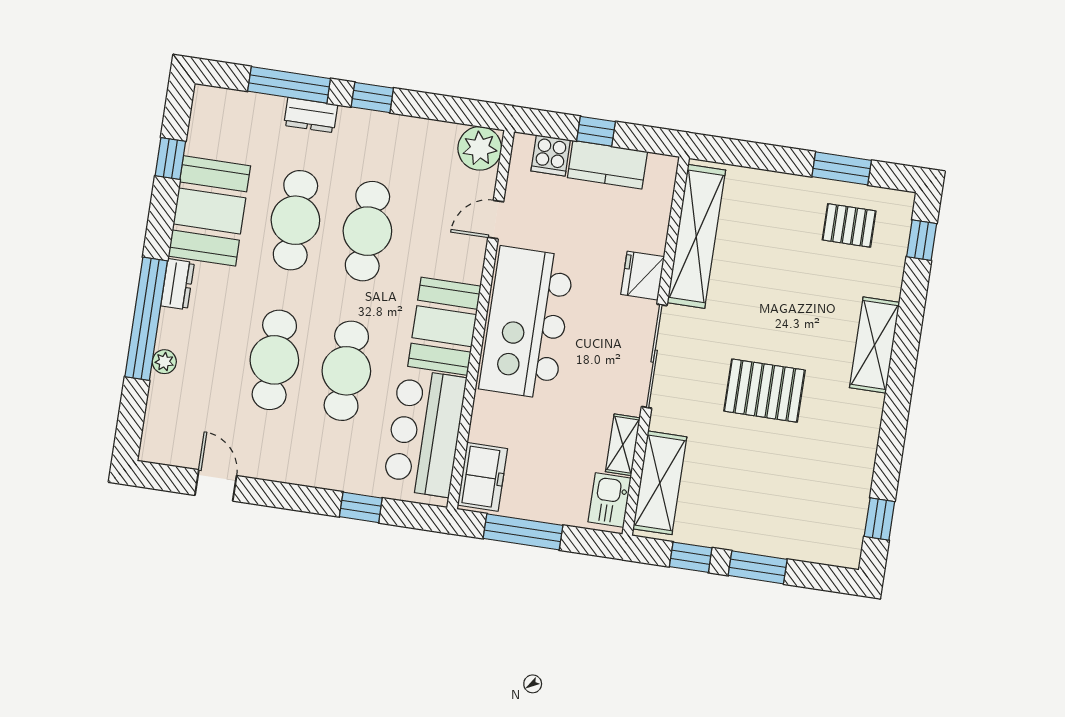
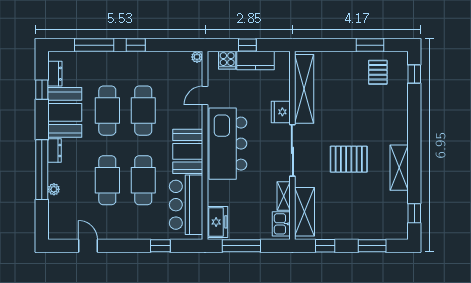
dresser: (311, 115) -> (55, 74), moved, turned -90
plant: (480, 148) -> (197, 57), width x0.53, depth x0.53
pallet: (849, 225) -> (378, 72), turned 90
shelving: (875, 345) -> (399, 168), moved
window: (758, 567) -> (372, 246), moved

